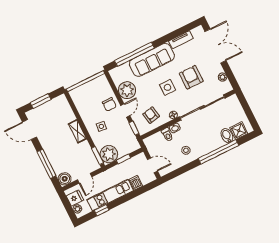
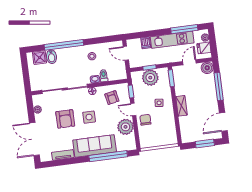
door: (125, 111) -> (133, 110), hinge flipped
door: (29, 130) -> (223, 122), swing flipped
plant: (109, 154) -> (150, 78), moved
window: (102, 210) -> (184, 29), width x2.17

